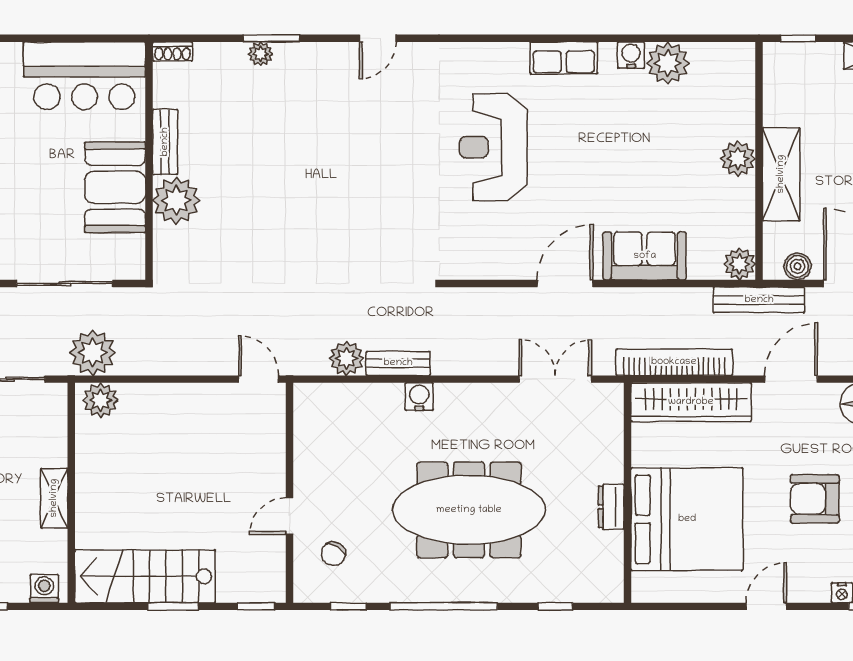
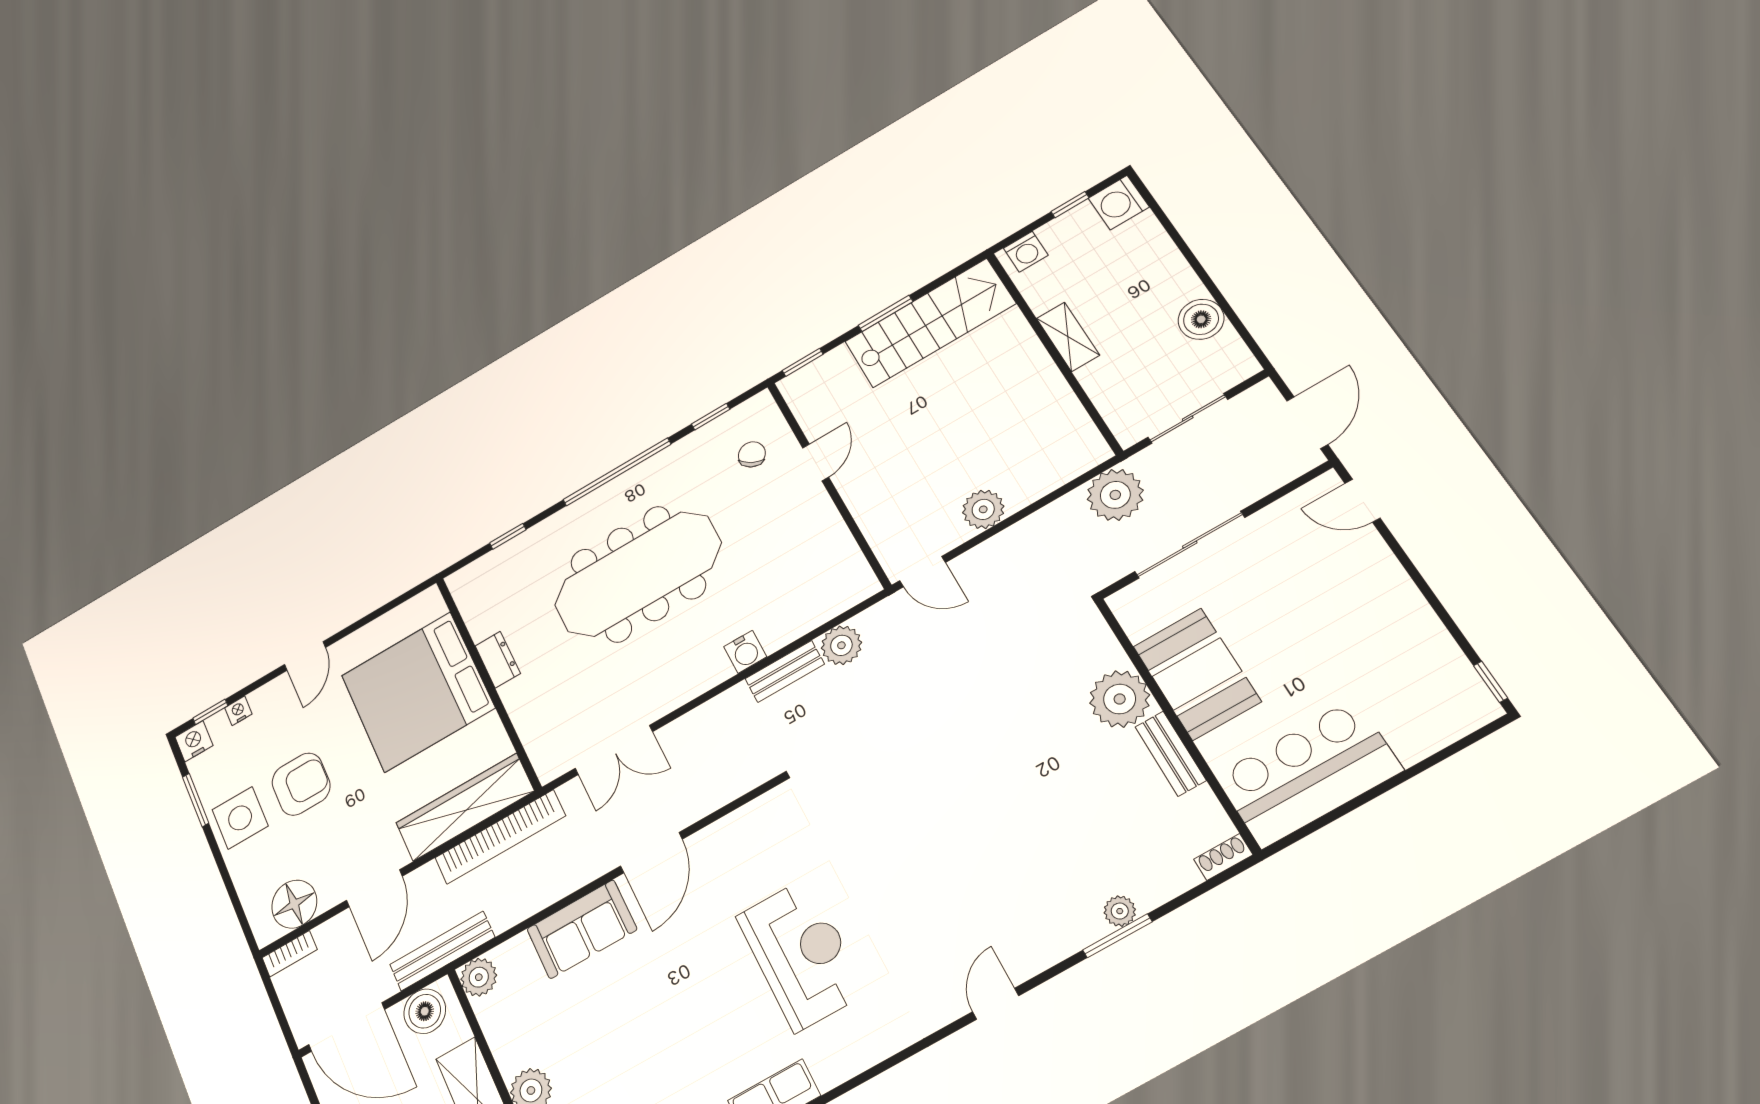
boiler: (798, 266) -> (425, 1011), width x1.36, depth x1.36
plant: (101, 400) -> (983, 509), moved

